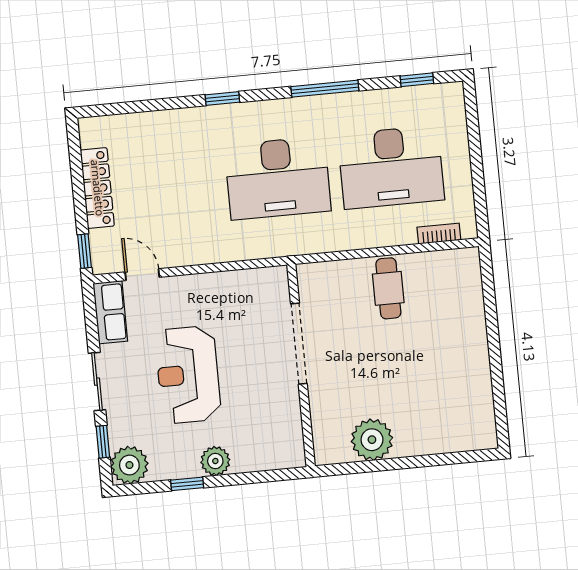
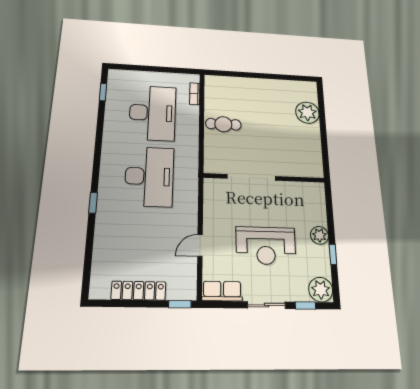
window: (325, 89) -> (99, 142), removed
door: (142, 275) -> (200, 245), moved
plant: (372, 440) -> (307, 113), moved

